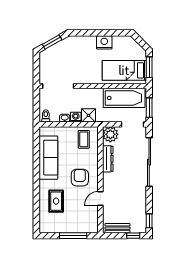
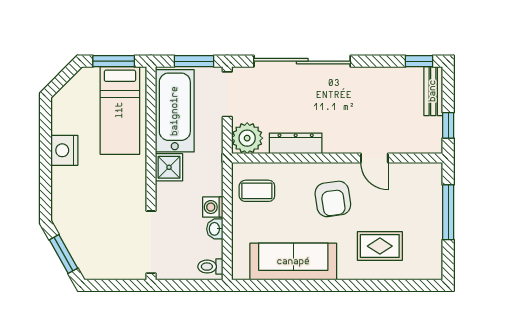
shower: (89, 115) -> (169, 167), moved
armchair: (80, 178) -> (333, 199), turned -98
bench: (117, 228) -> (433, 91), moved
window: (133, 236) -> (448, 125), moved

